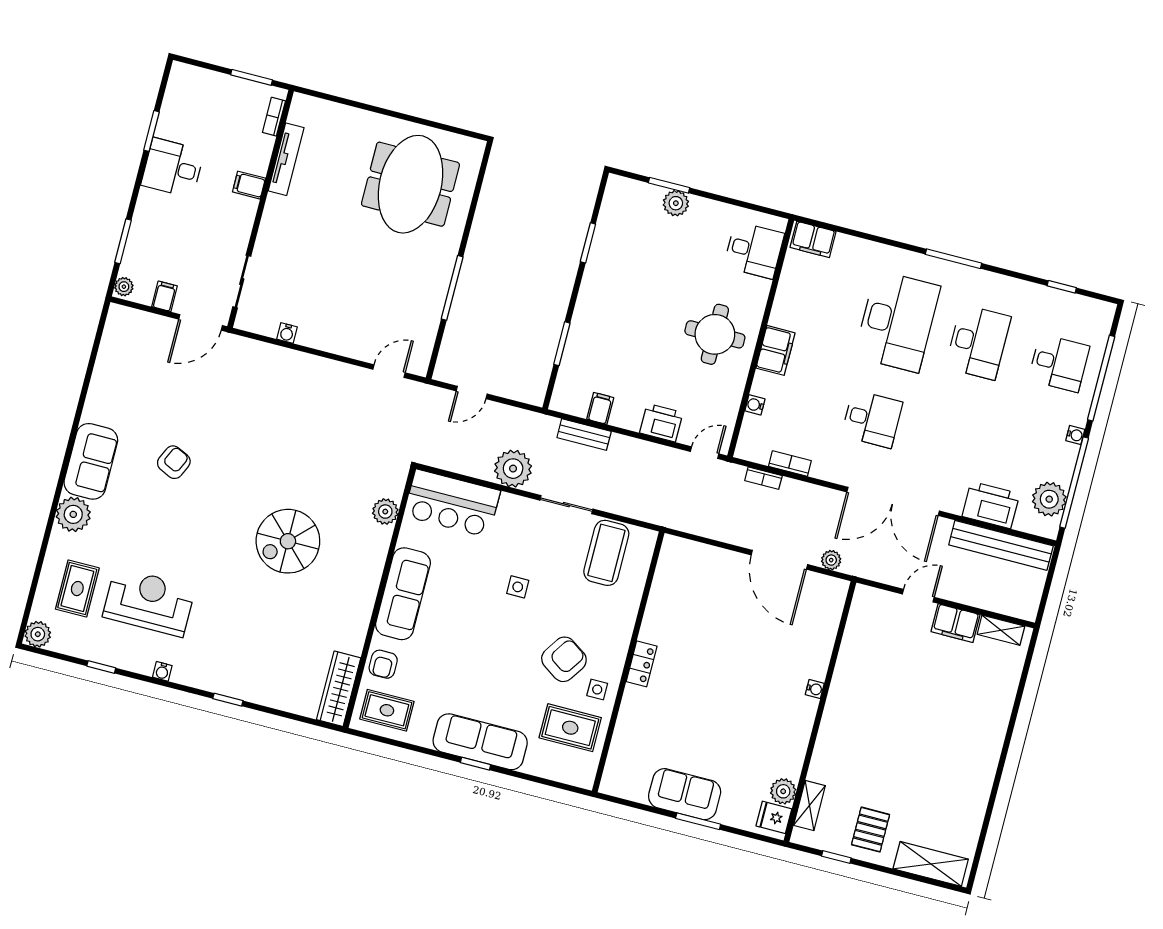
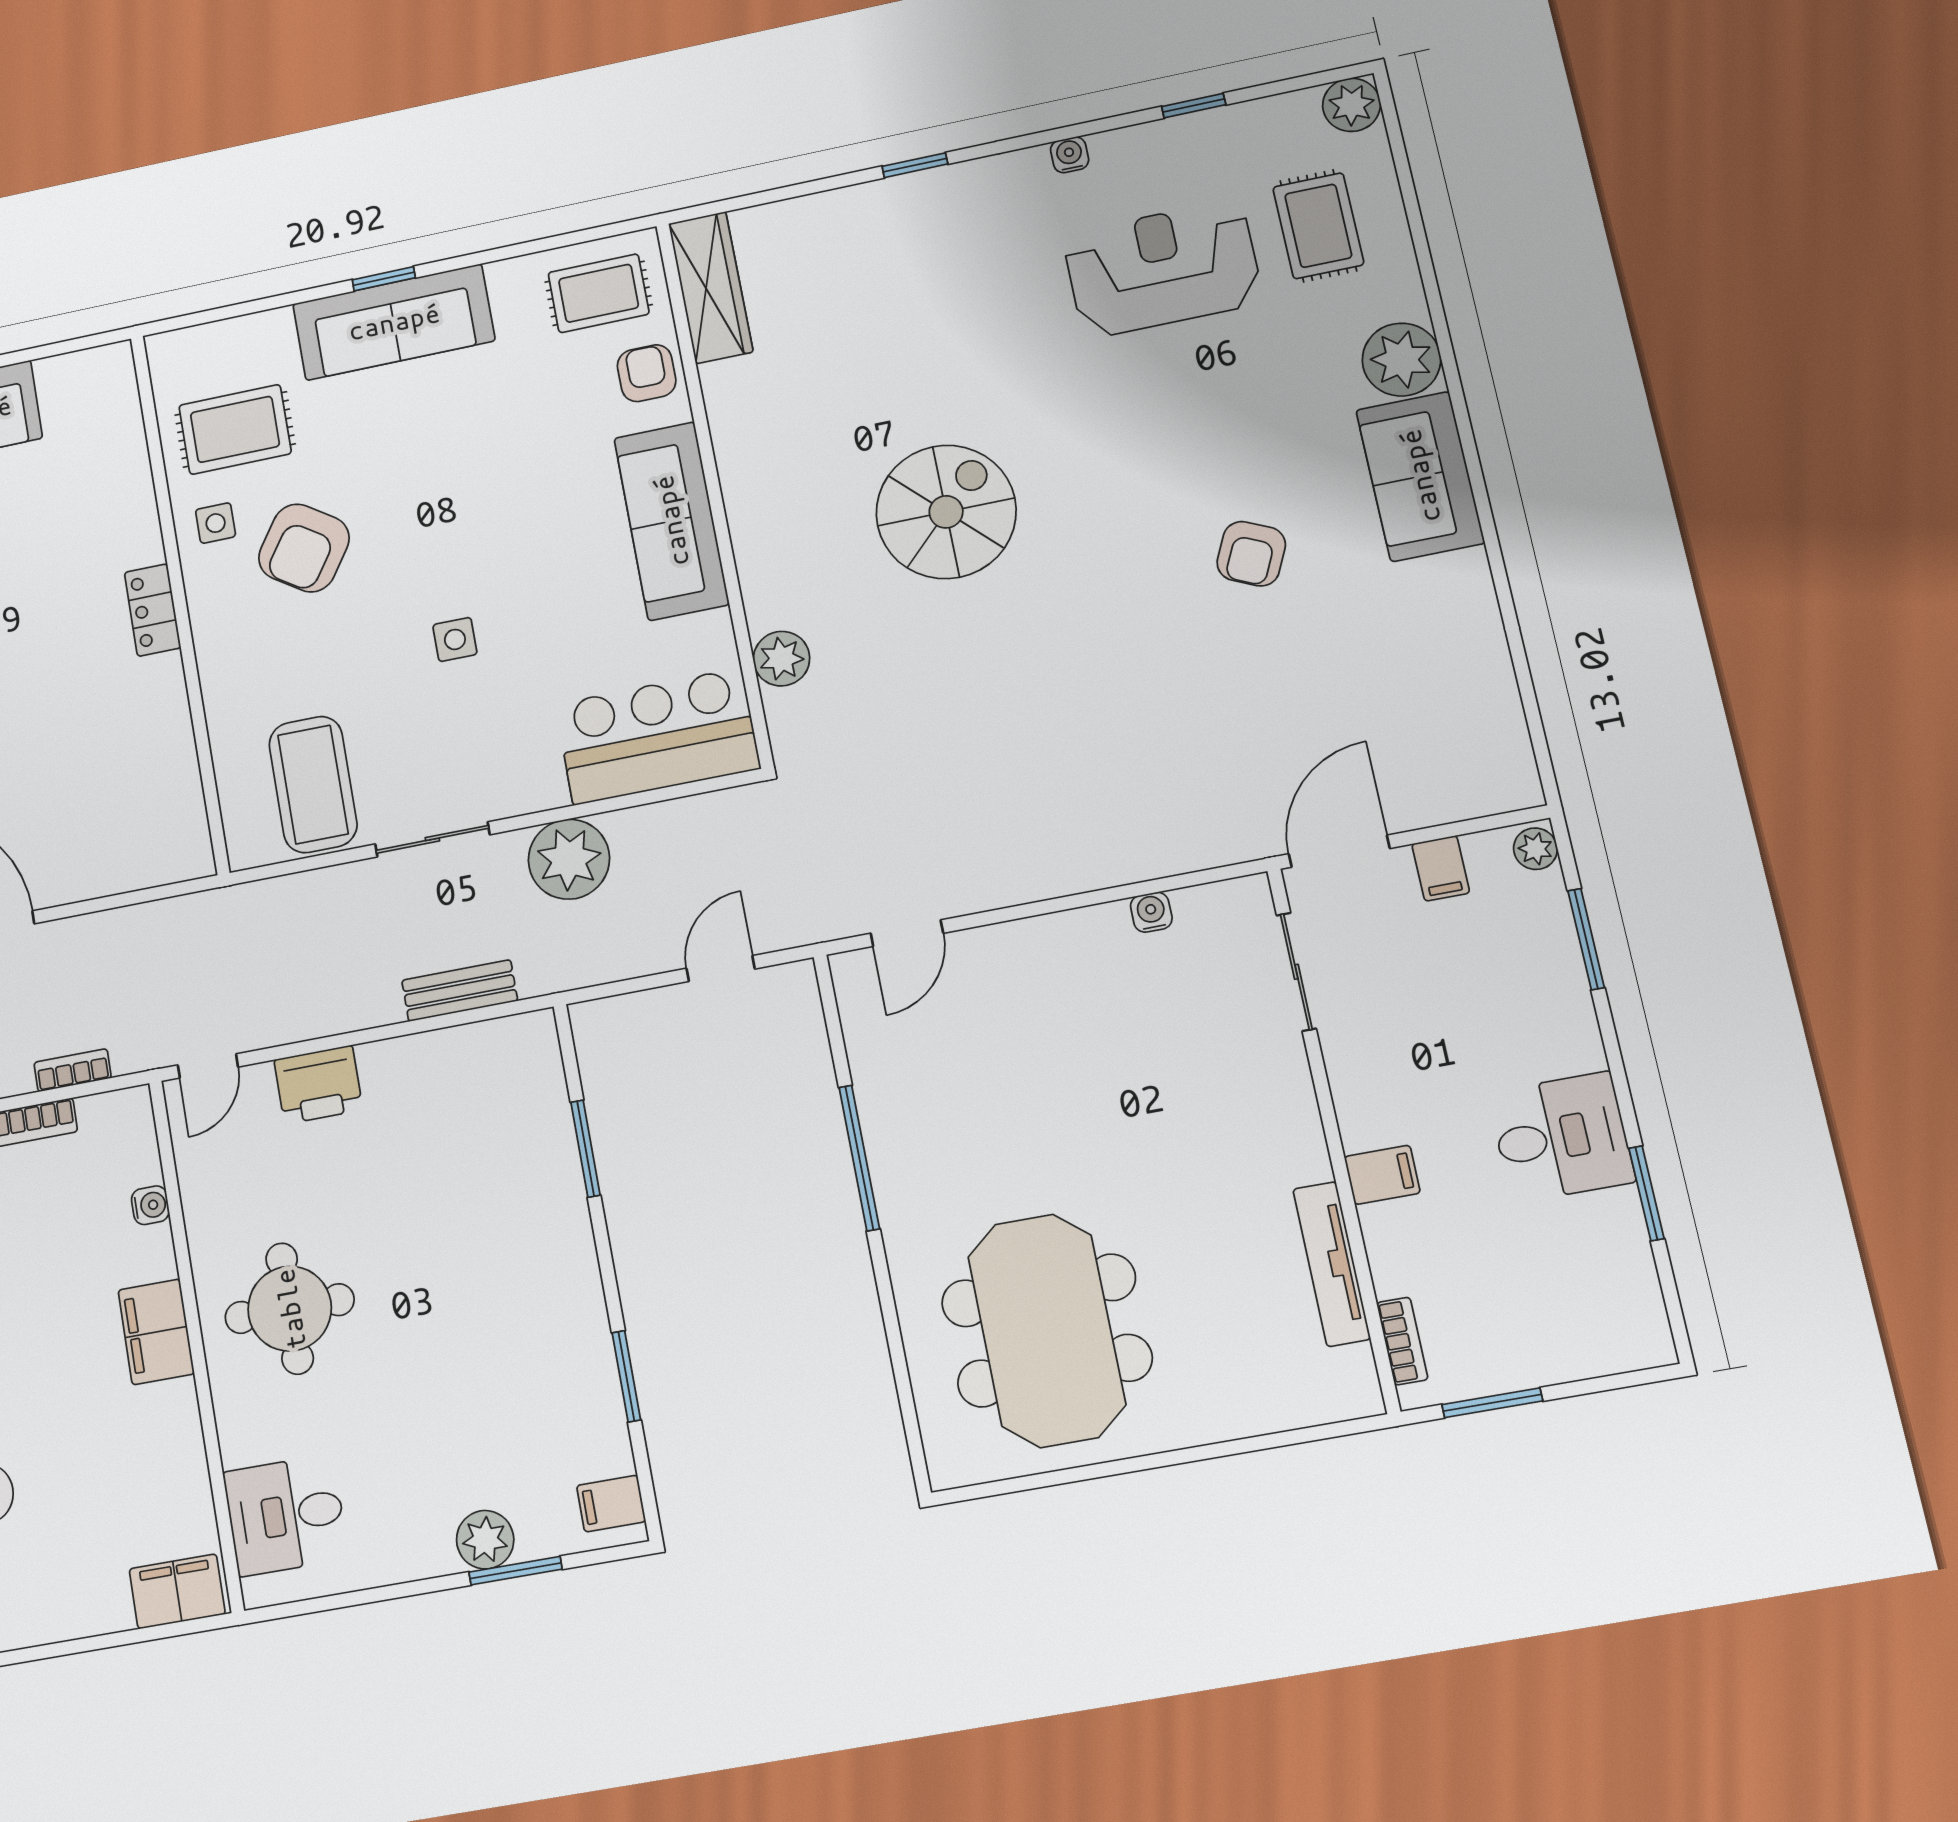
filing cabinet: (600, 408) -> (611, 1504), moved, turned 90
reception desk: (149, 602) -> (1163, 269), turned 180

